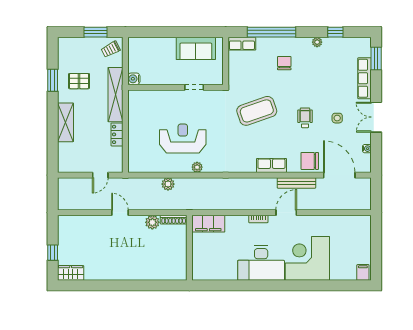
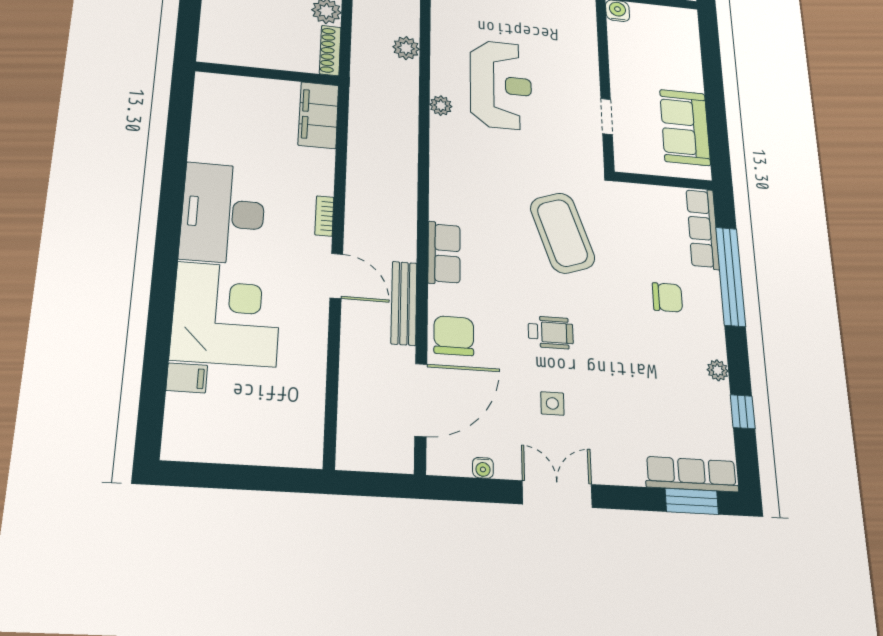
row of seats: (242, 44) -> (703, 228), width x1.48
row of seats: (365, 78) -> (692, 474), moved
filing cabinet: (363, 272) -> (187, 378), moved

